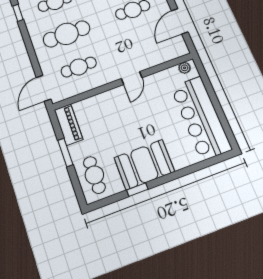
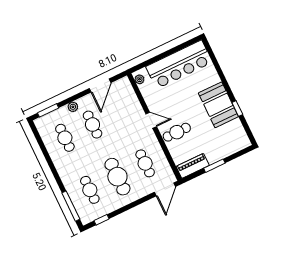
door: (180, 21) -> (100, 86), hinge flipped
door: (44, 88) -> (165, 189), hinge flipped
cafe table: (94, 175) -> (177, 132), moved

